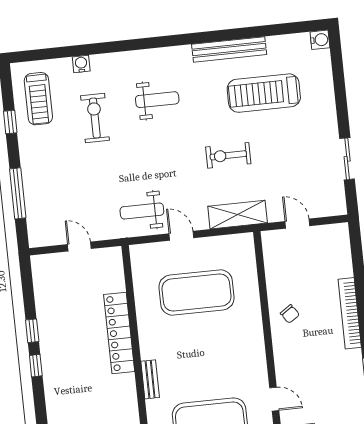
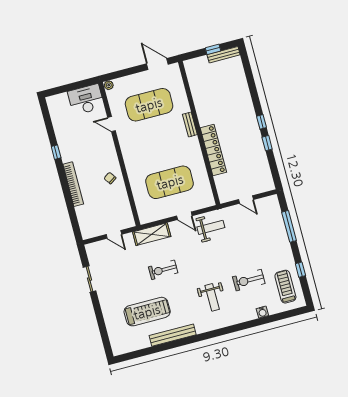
water cooler: (320, 40) -> (118, 350), removed
weight bench: (157, 100) -> (212, 297), turned -90
exercise bike: (95, 118) -> (249, 280), turned 90
exercise bike: (228, 155) -> (163, 270), turned 180

